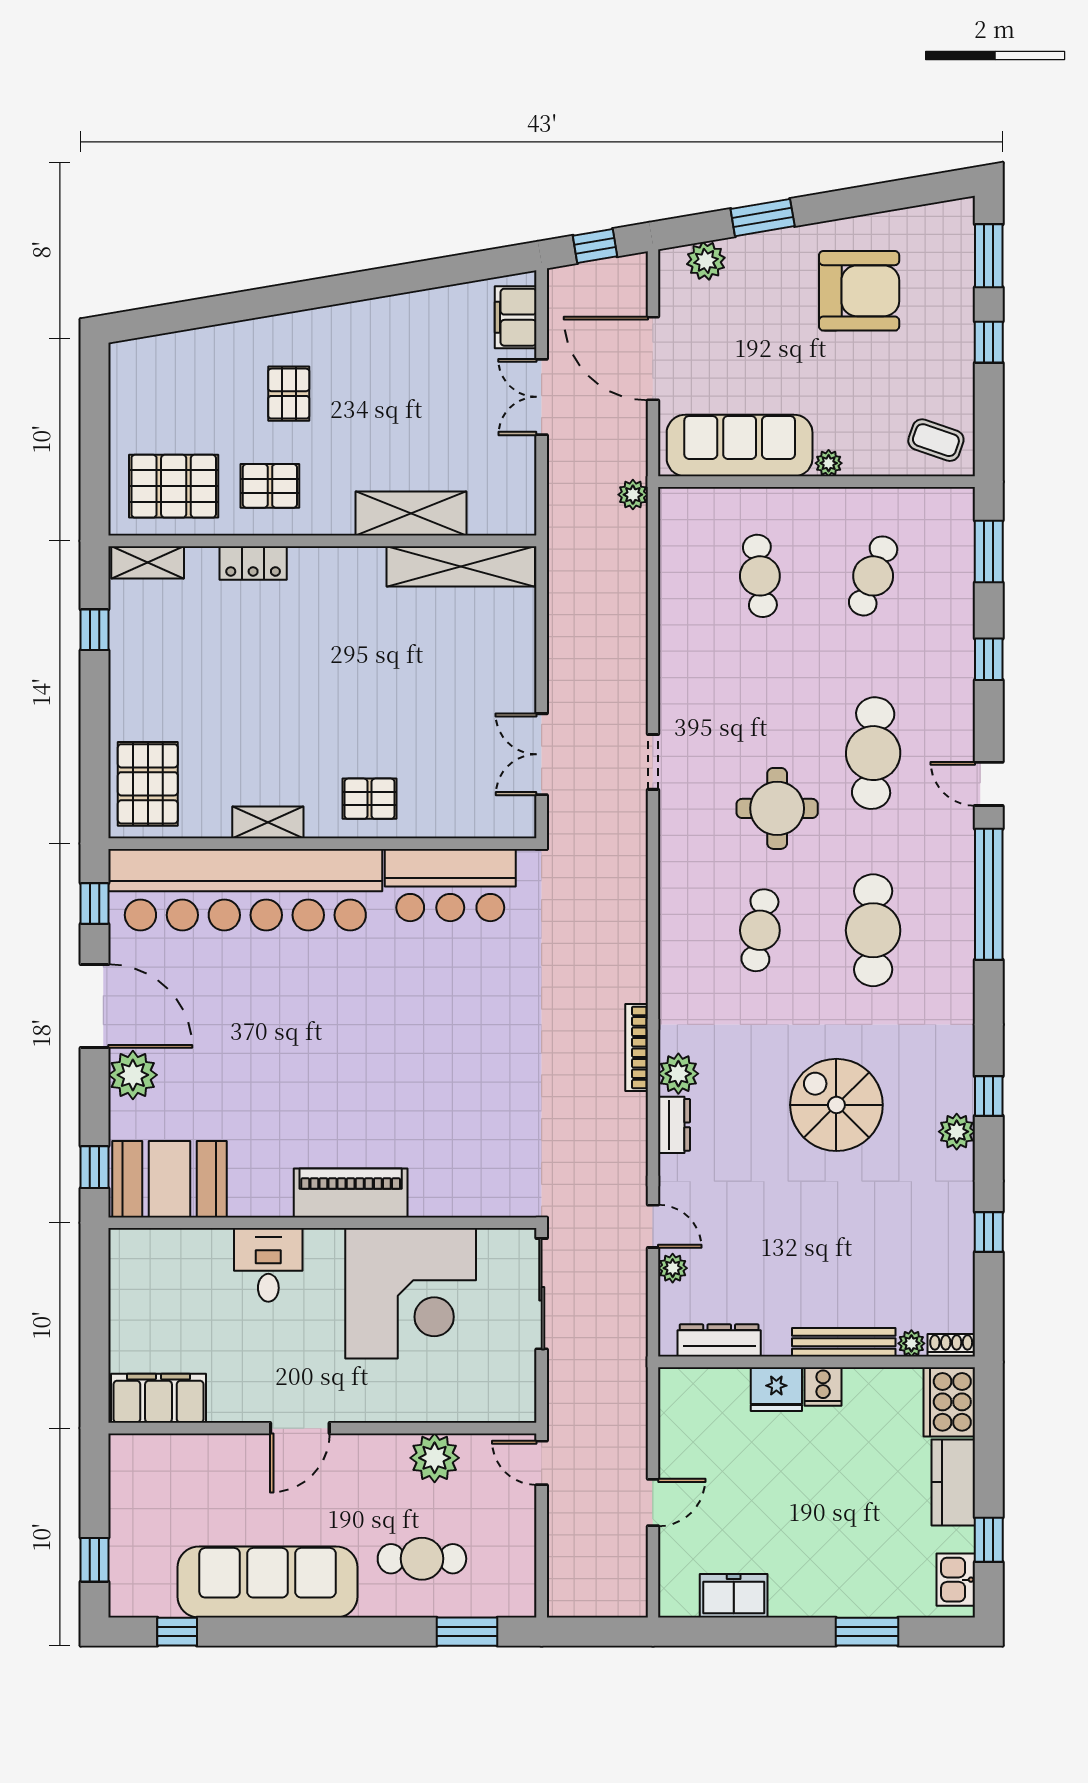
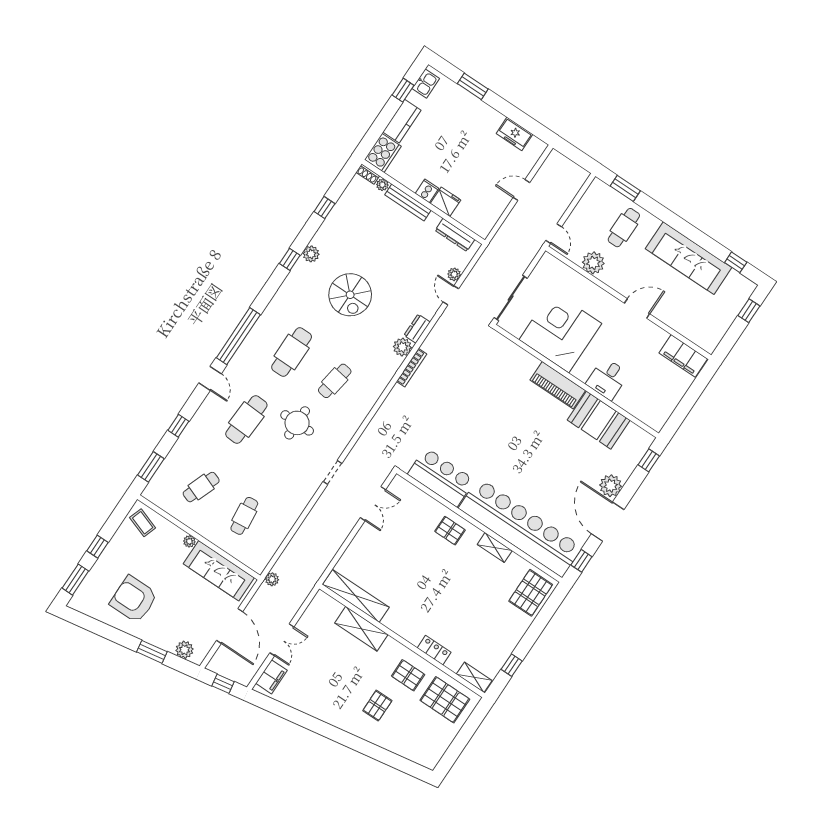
booth: (169, 1179) -> (599, 420), moved
cafe table: (422, 1559) -> (624, 228), turned 90

